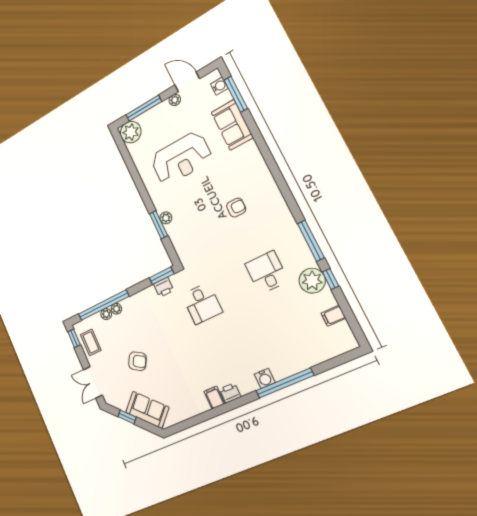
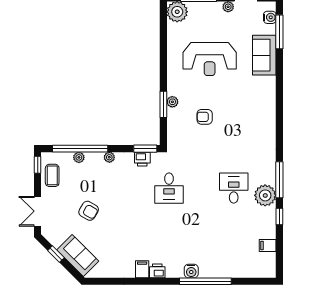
armchair: (236, 208) -> (205, 117), moved, turned 180
plant: (312, 281) -> (265, 195), moved
plant: (116, 309) -> (109, 157), moved

